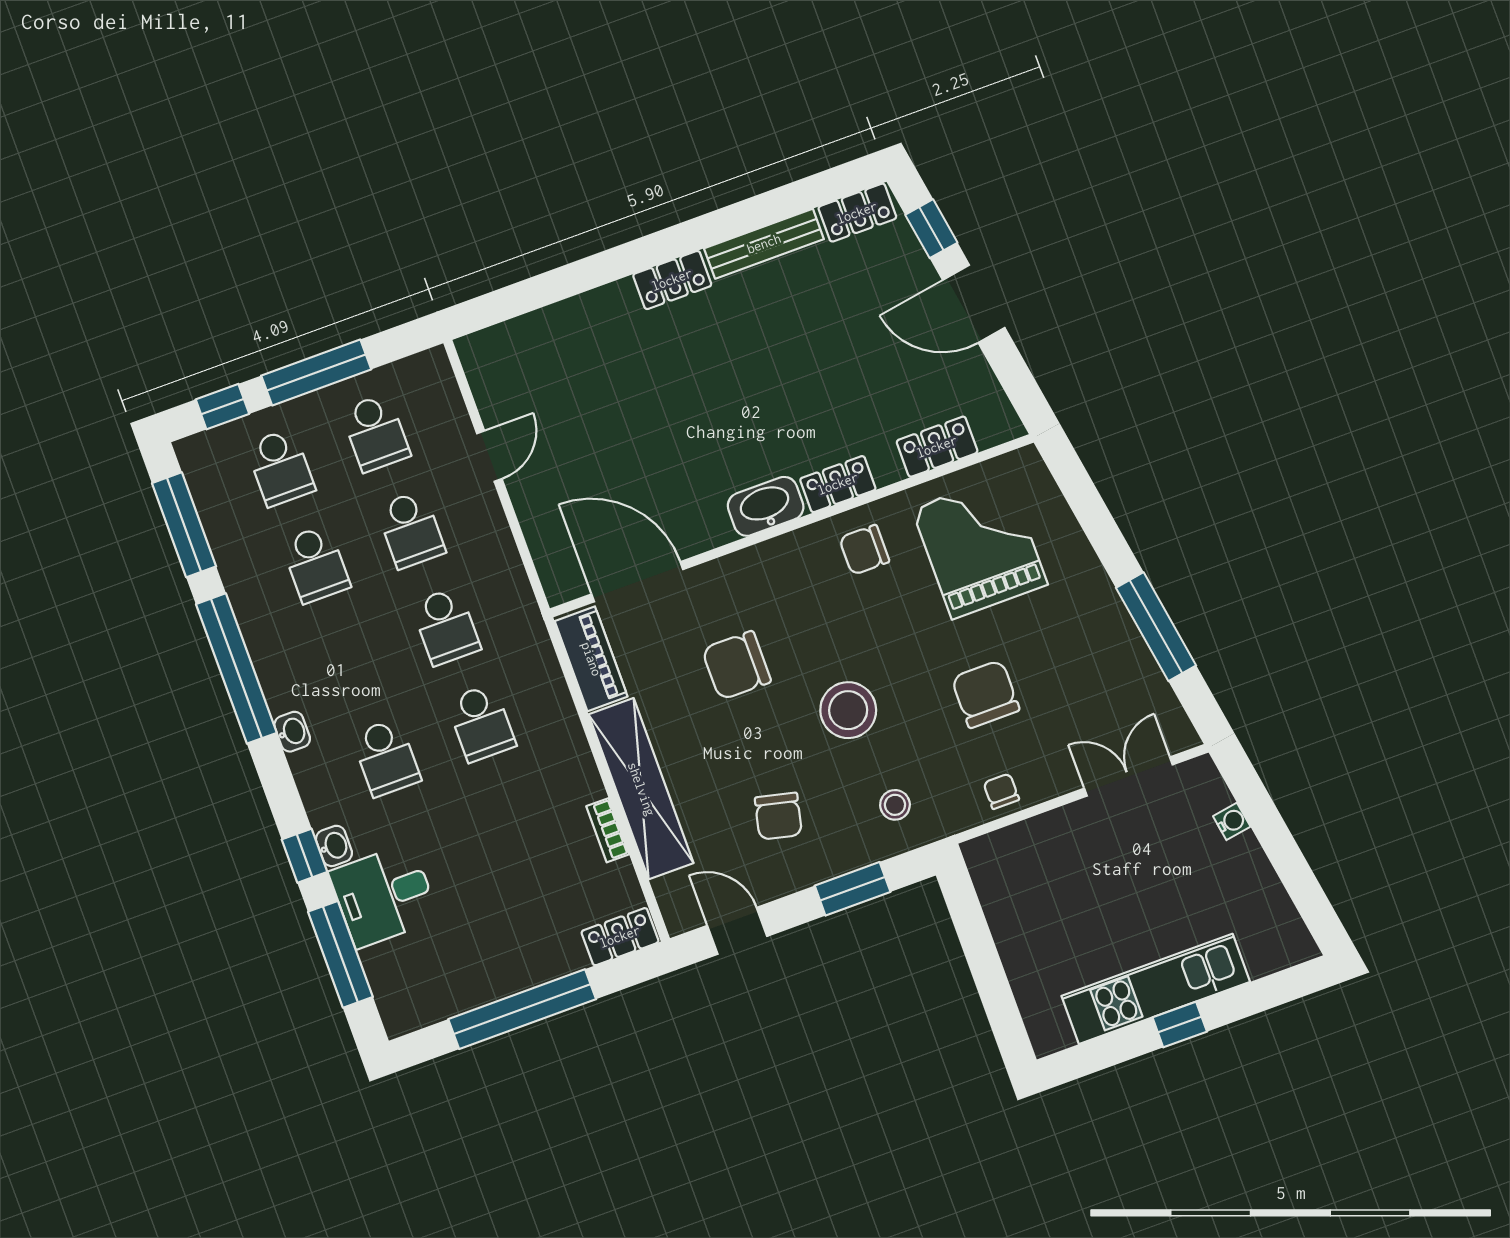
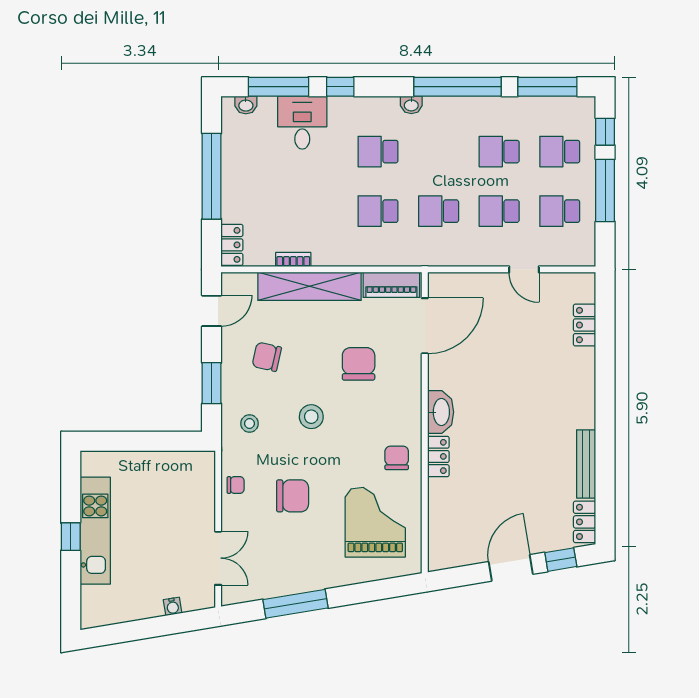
locker: (672, 280) -> (585, 325), moved
locker: (937, 447) -> (439, 519), removed
grand piano: (980, 547) -> (375, 522), turned -90
stool: (848, 710) -> (311, 417), width x0.73, depth x0.73
washbasin: (334, 846) -> (246, 105), moved

